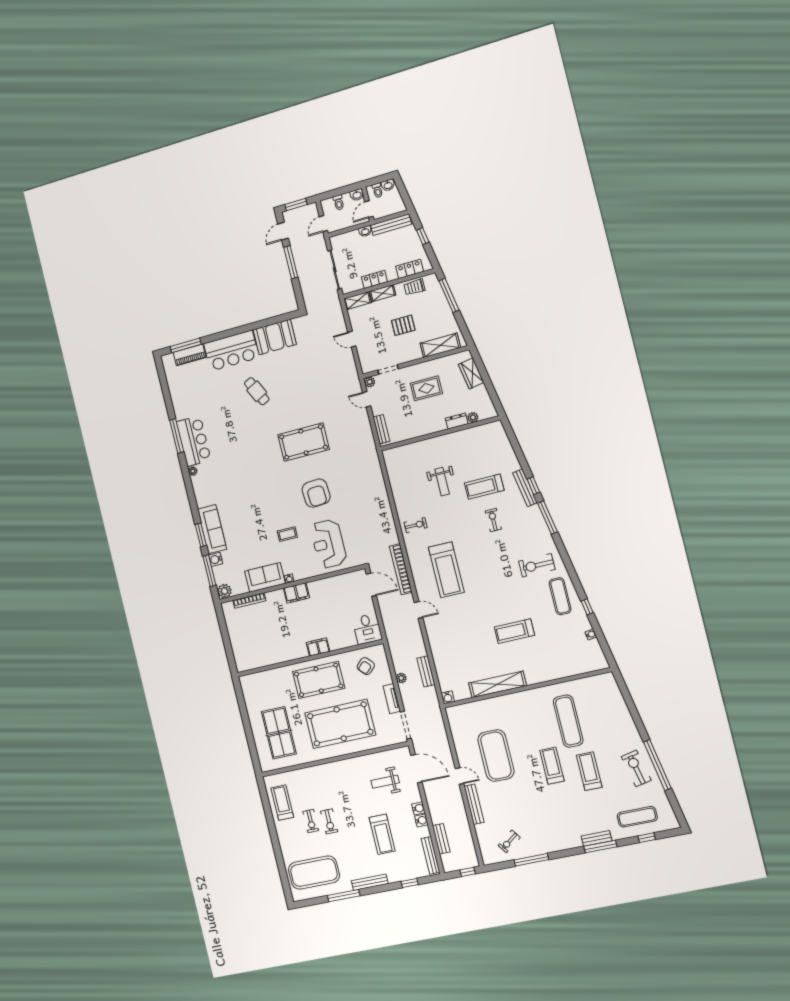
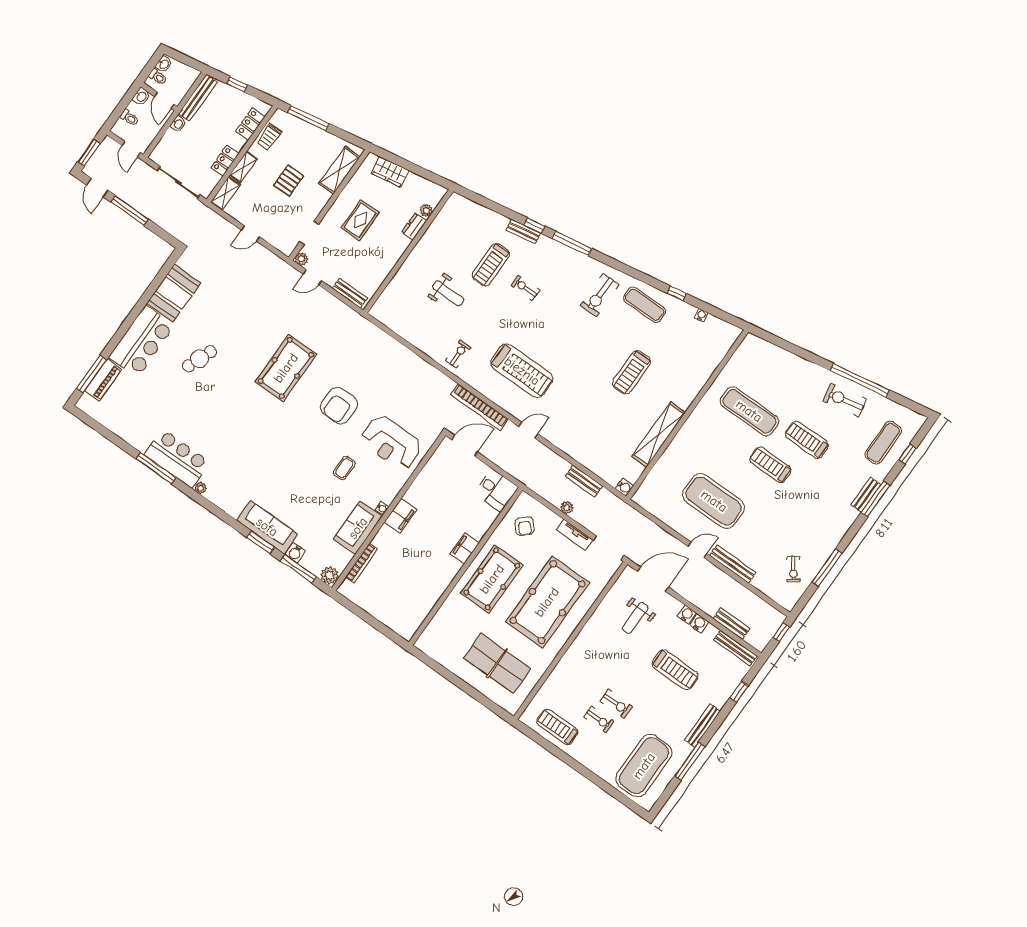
cafe table: (257, 391) -> (199, 359), turned -42
bench: (525, 488) -> (523, 232), width x0.73
armchair: (316, 493) -> (339, 406), turned 94

